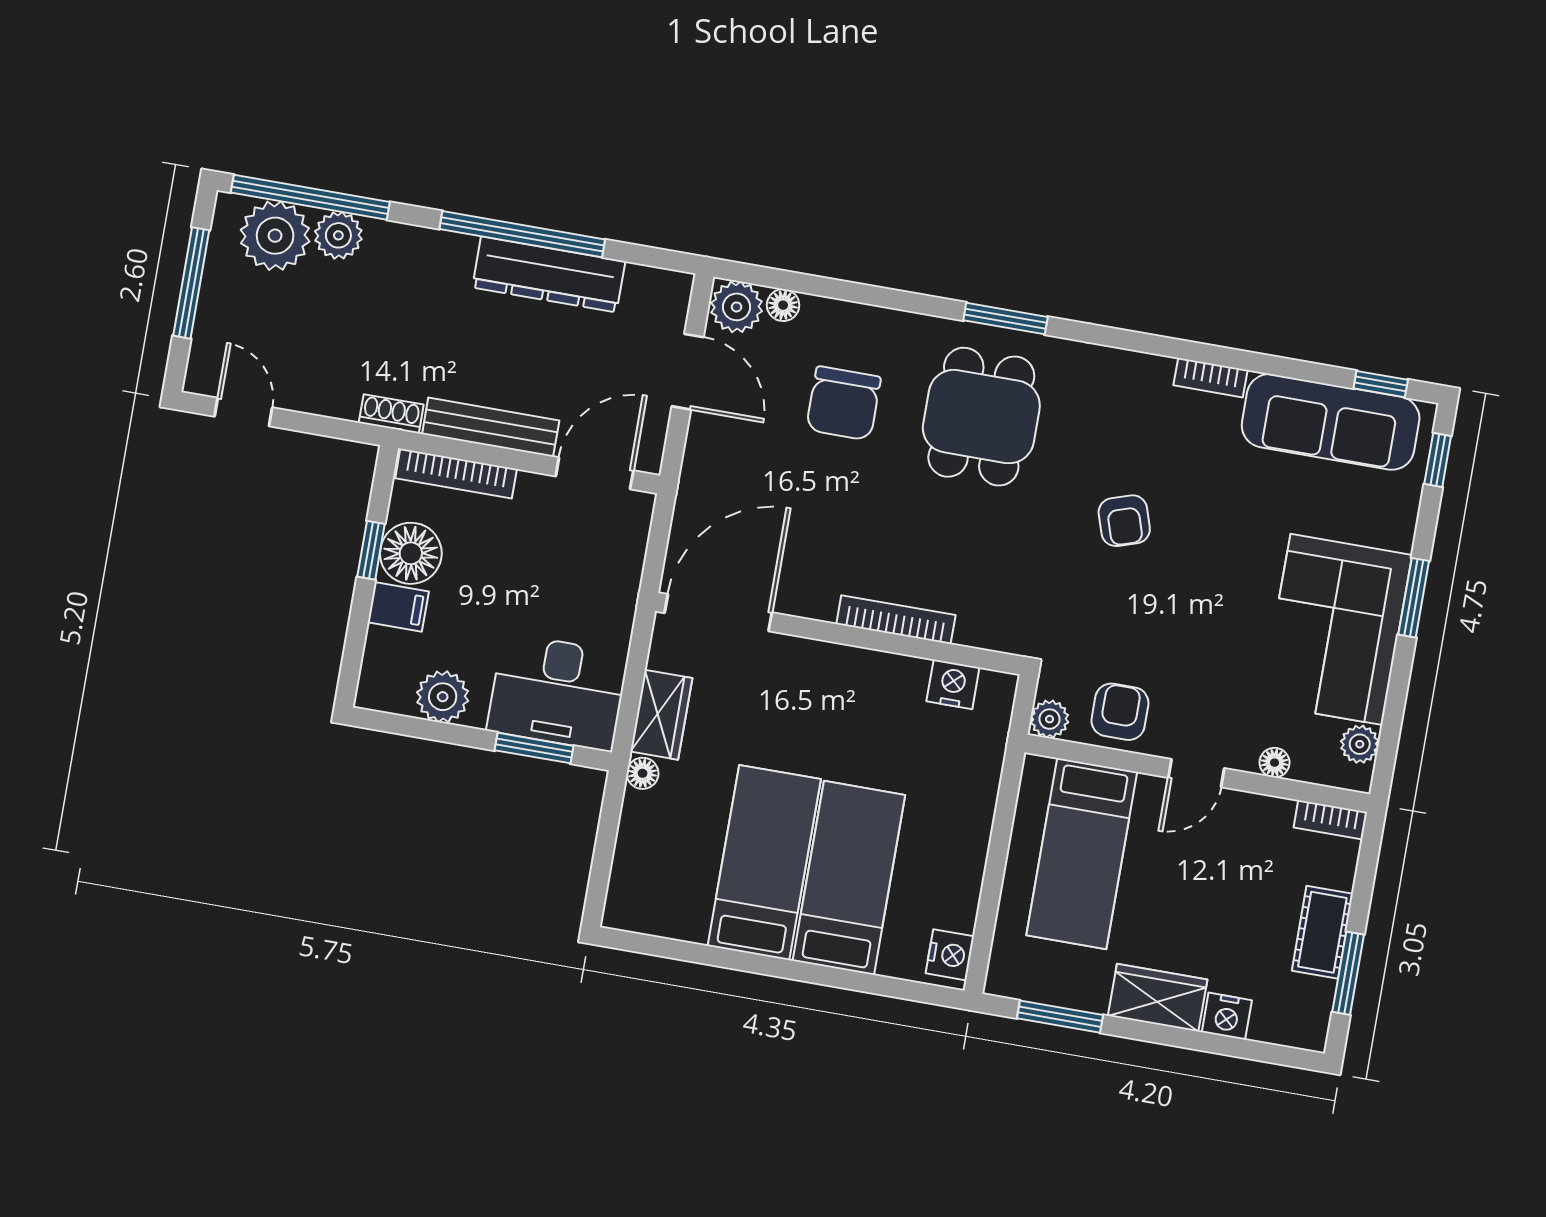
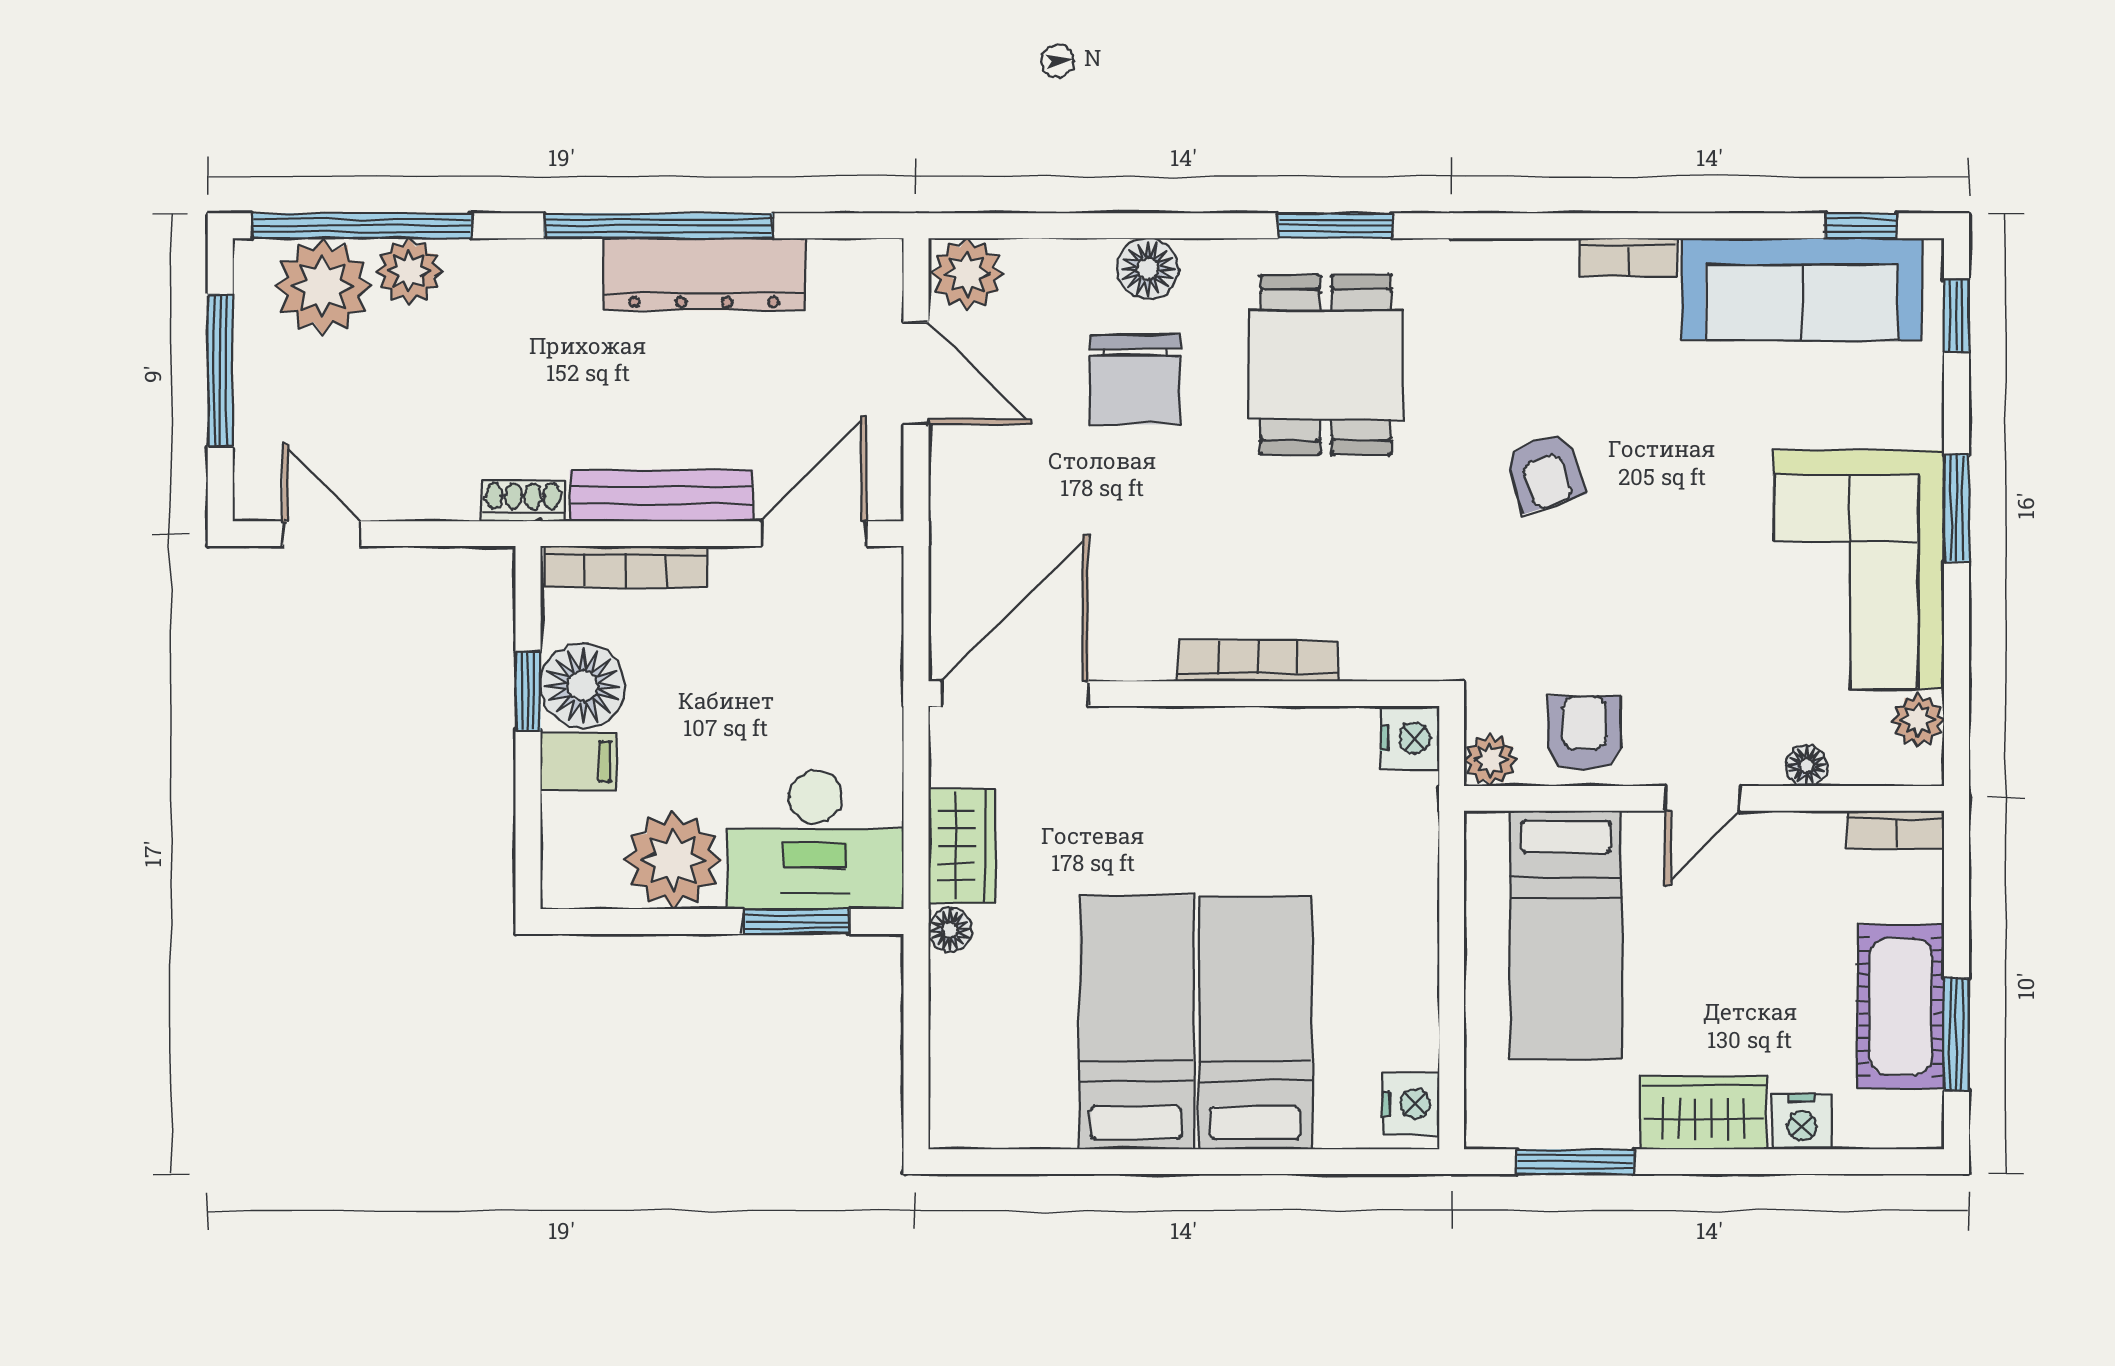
floor lamp: (783, 305) -> (1148, 268), moved, width x1.37, depth x1.37
nightstand: (953, 684) -> (1410, 738), moved, turned 90
plant: (443, 697) -> (673, 860), width x1.36, depth x1.36
cot: (1322, 932) -> (1901, 1007), width x1.37, depth x1.34

